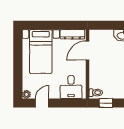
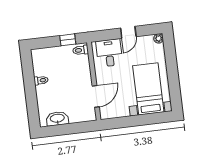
dresser: (72, 34) -> (115, 113), removed
door: (42, 103) -> (128, 32), moved

